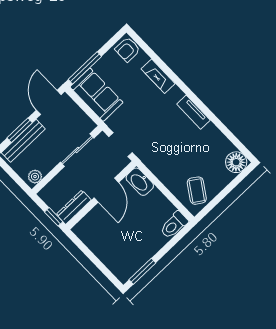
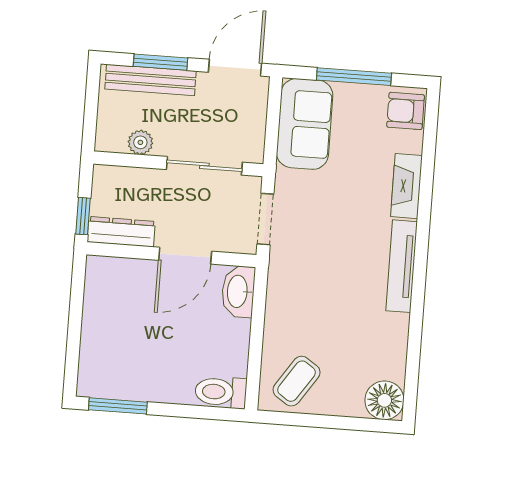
window: (85, 68) -> (354, 77), moved
tv unit: (193, 112) -> (402, 266), width x1.41
plant: (35, 177) -> (140, 142), moved

